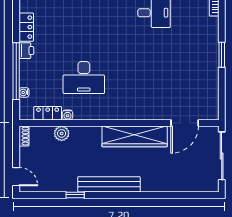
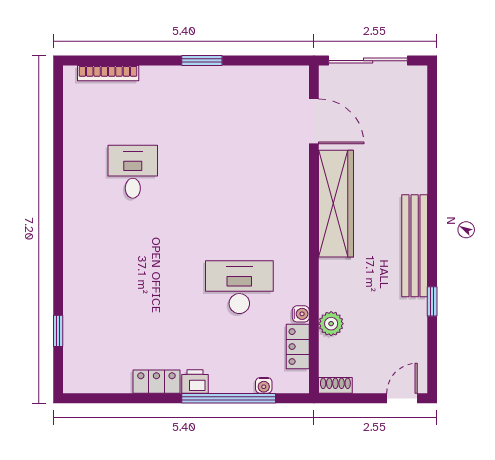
desk: (84, 78) -> (239, 287), turned -90

